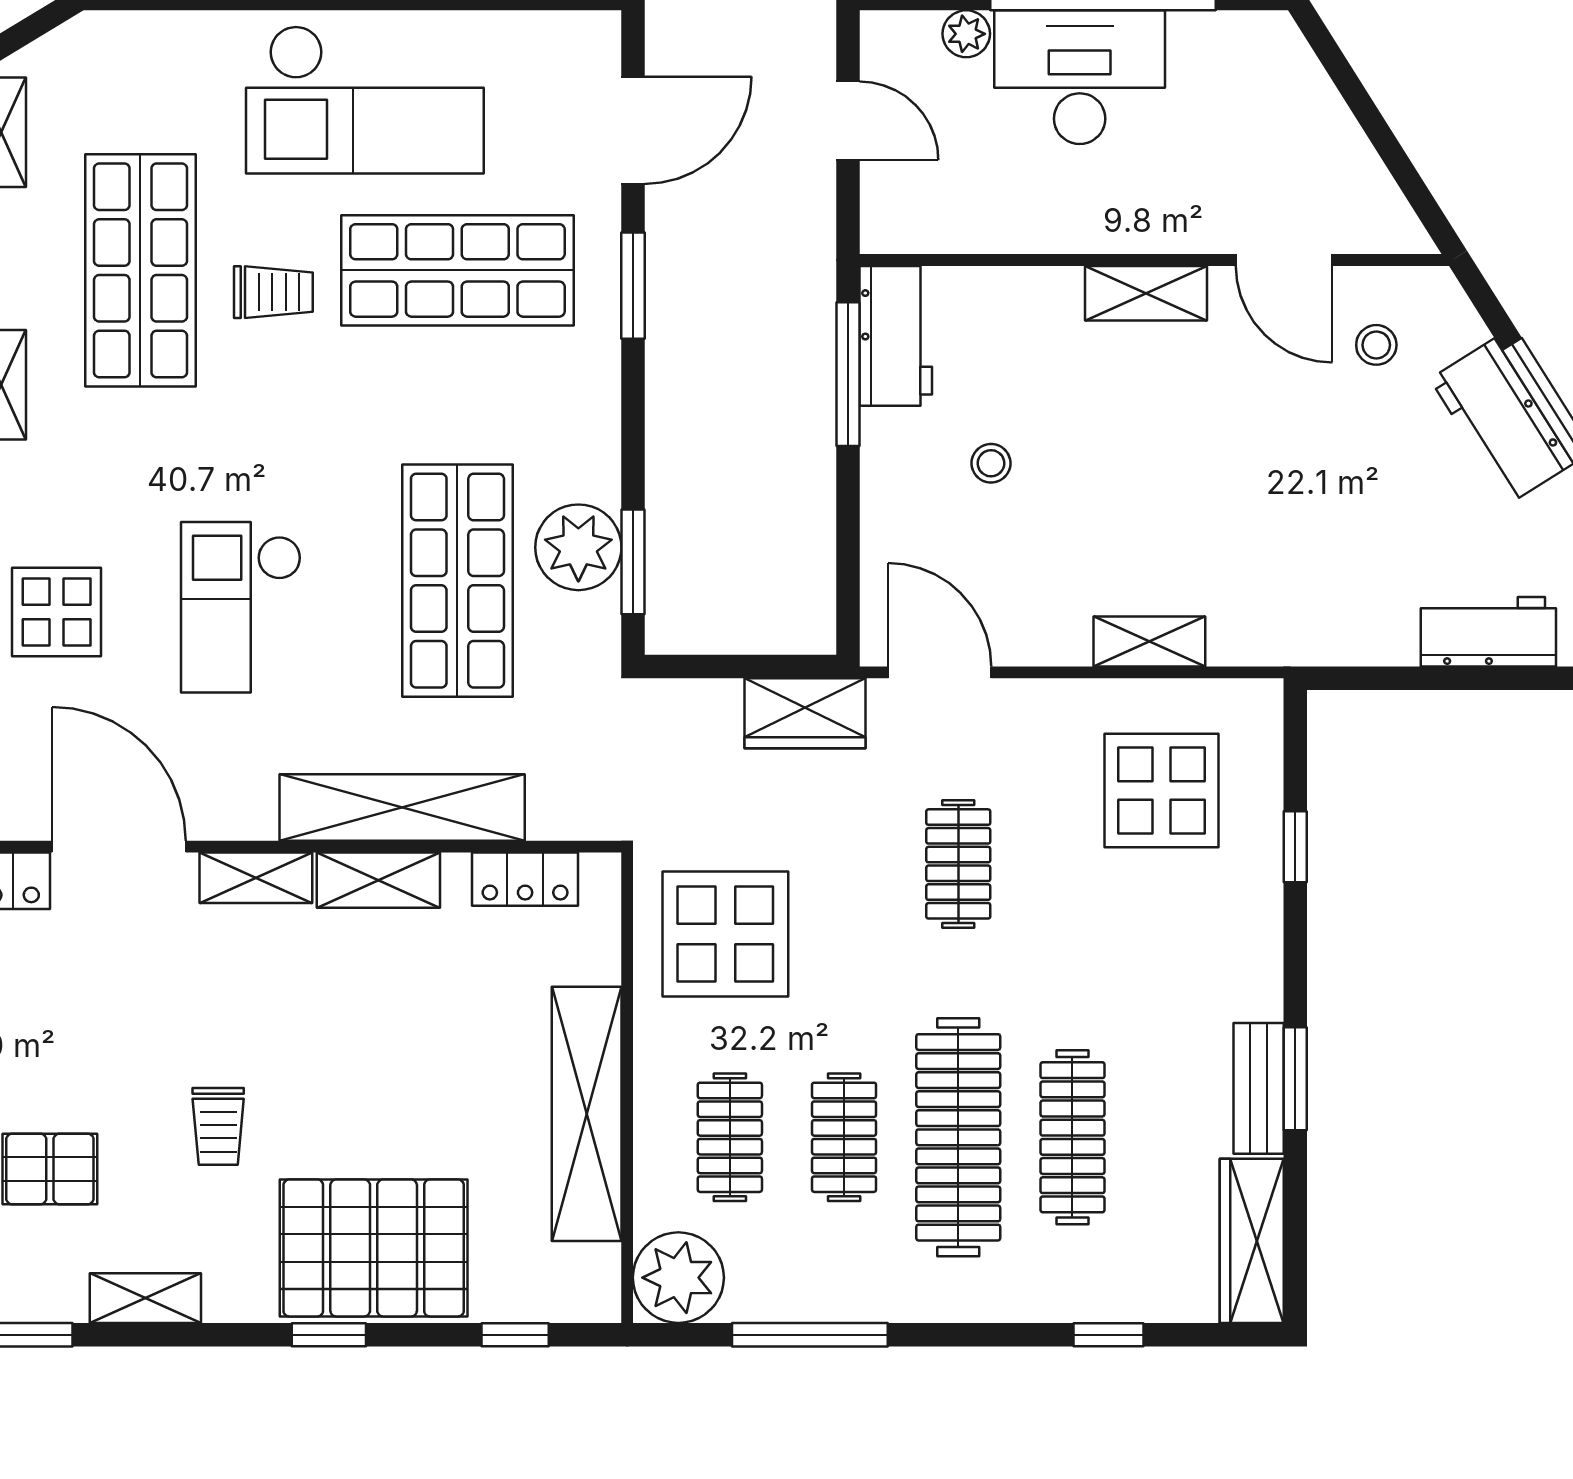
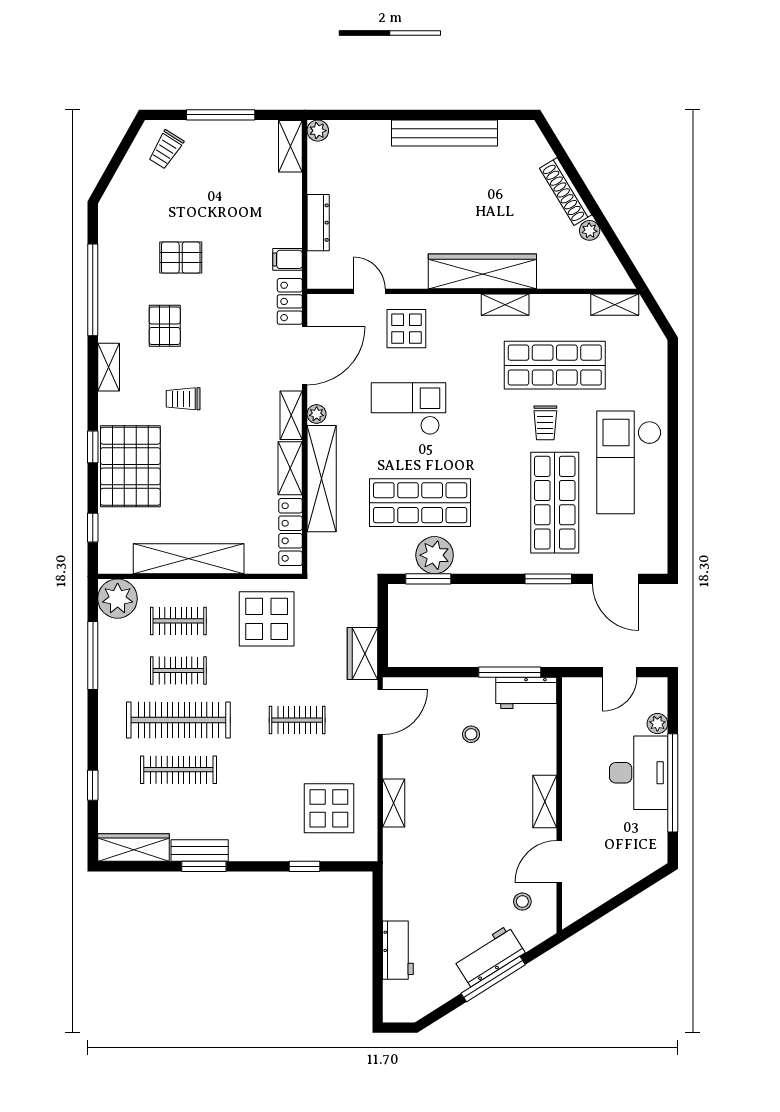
plant: (253, 819) -> (317, 414), added
locker: (525, 879) -> (290, 532), width x1.53

